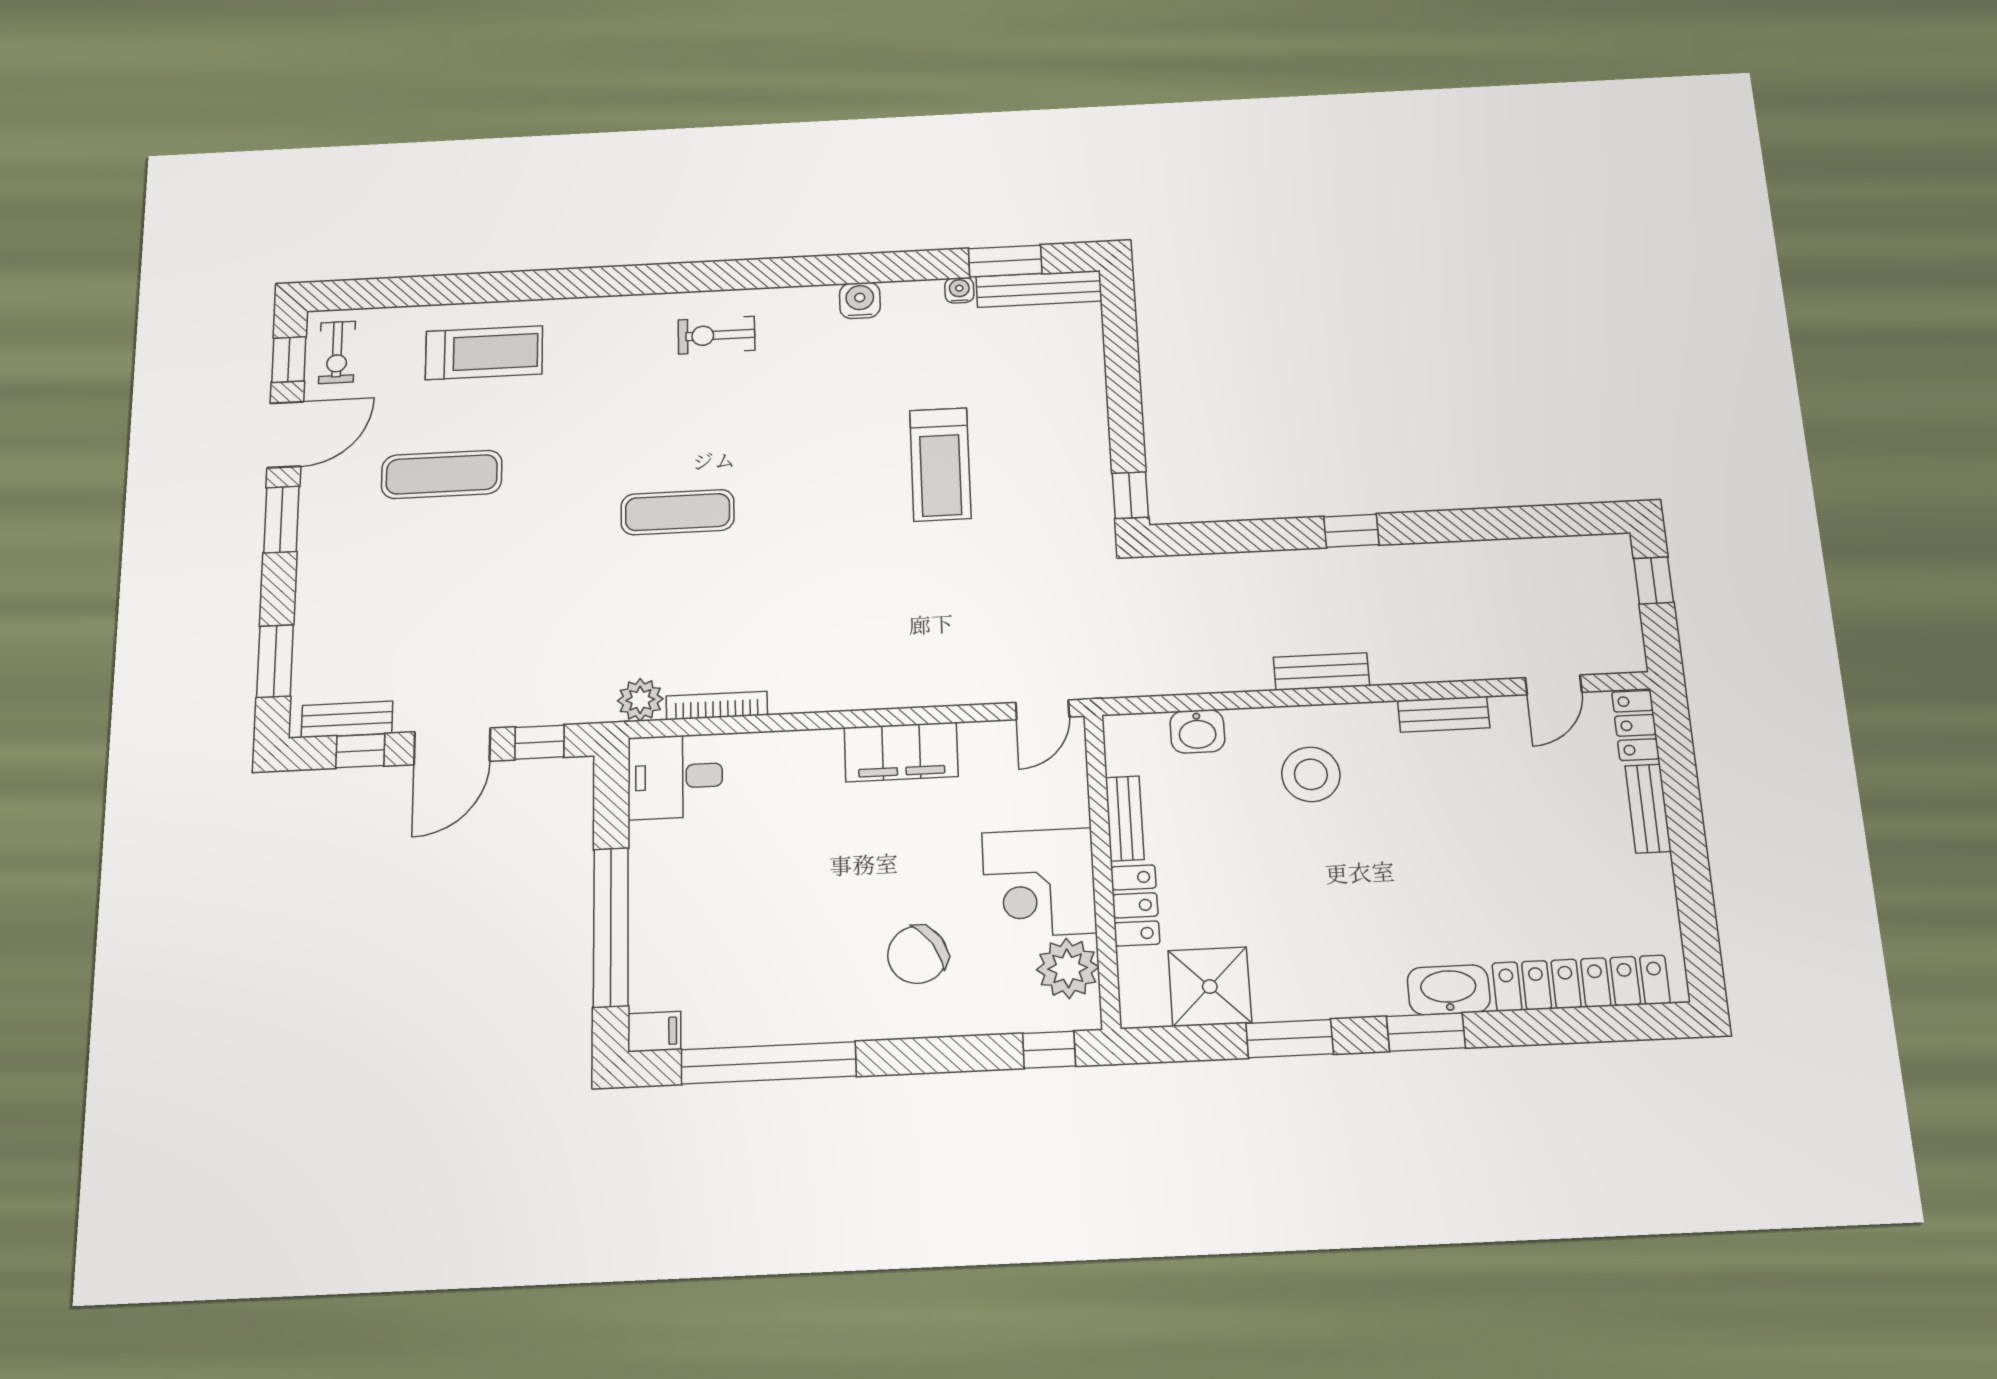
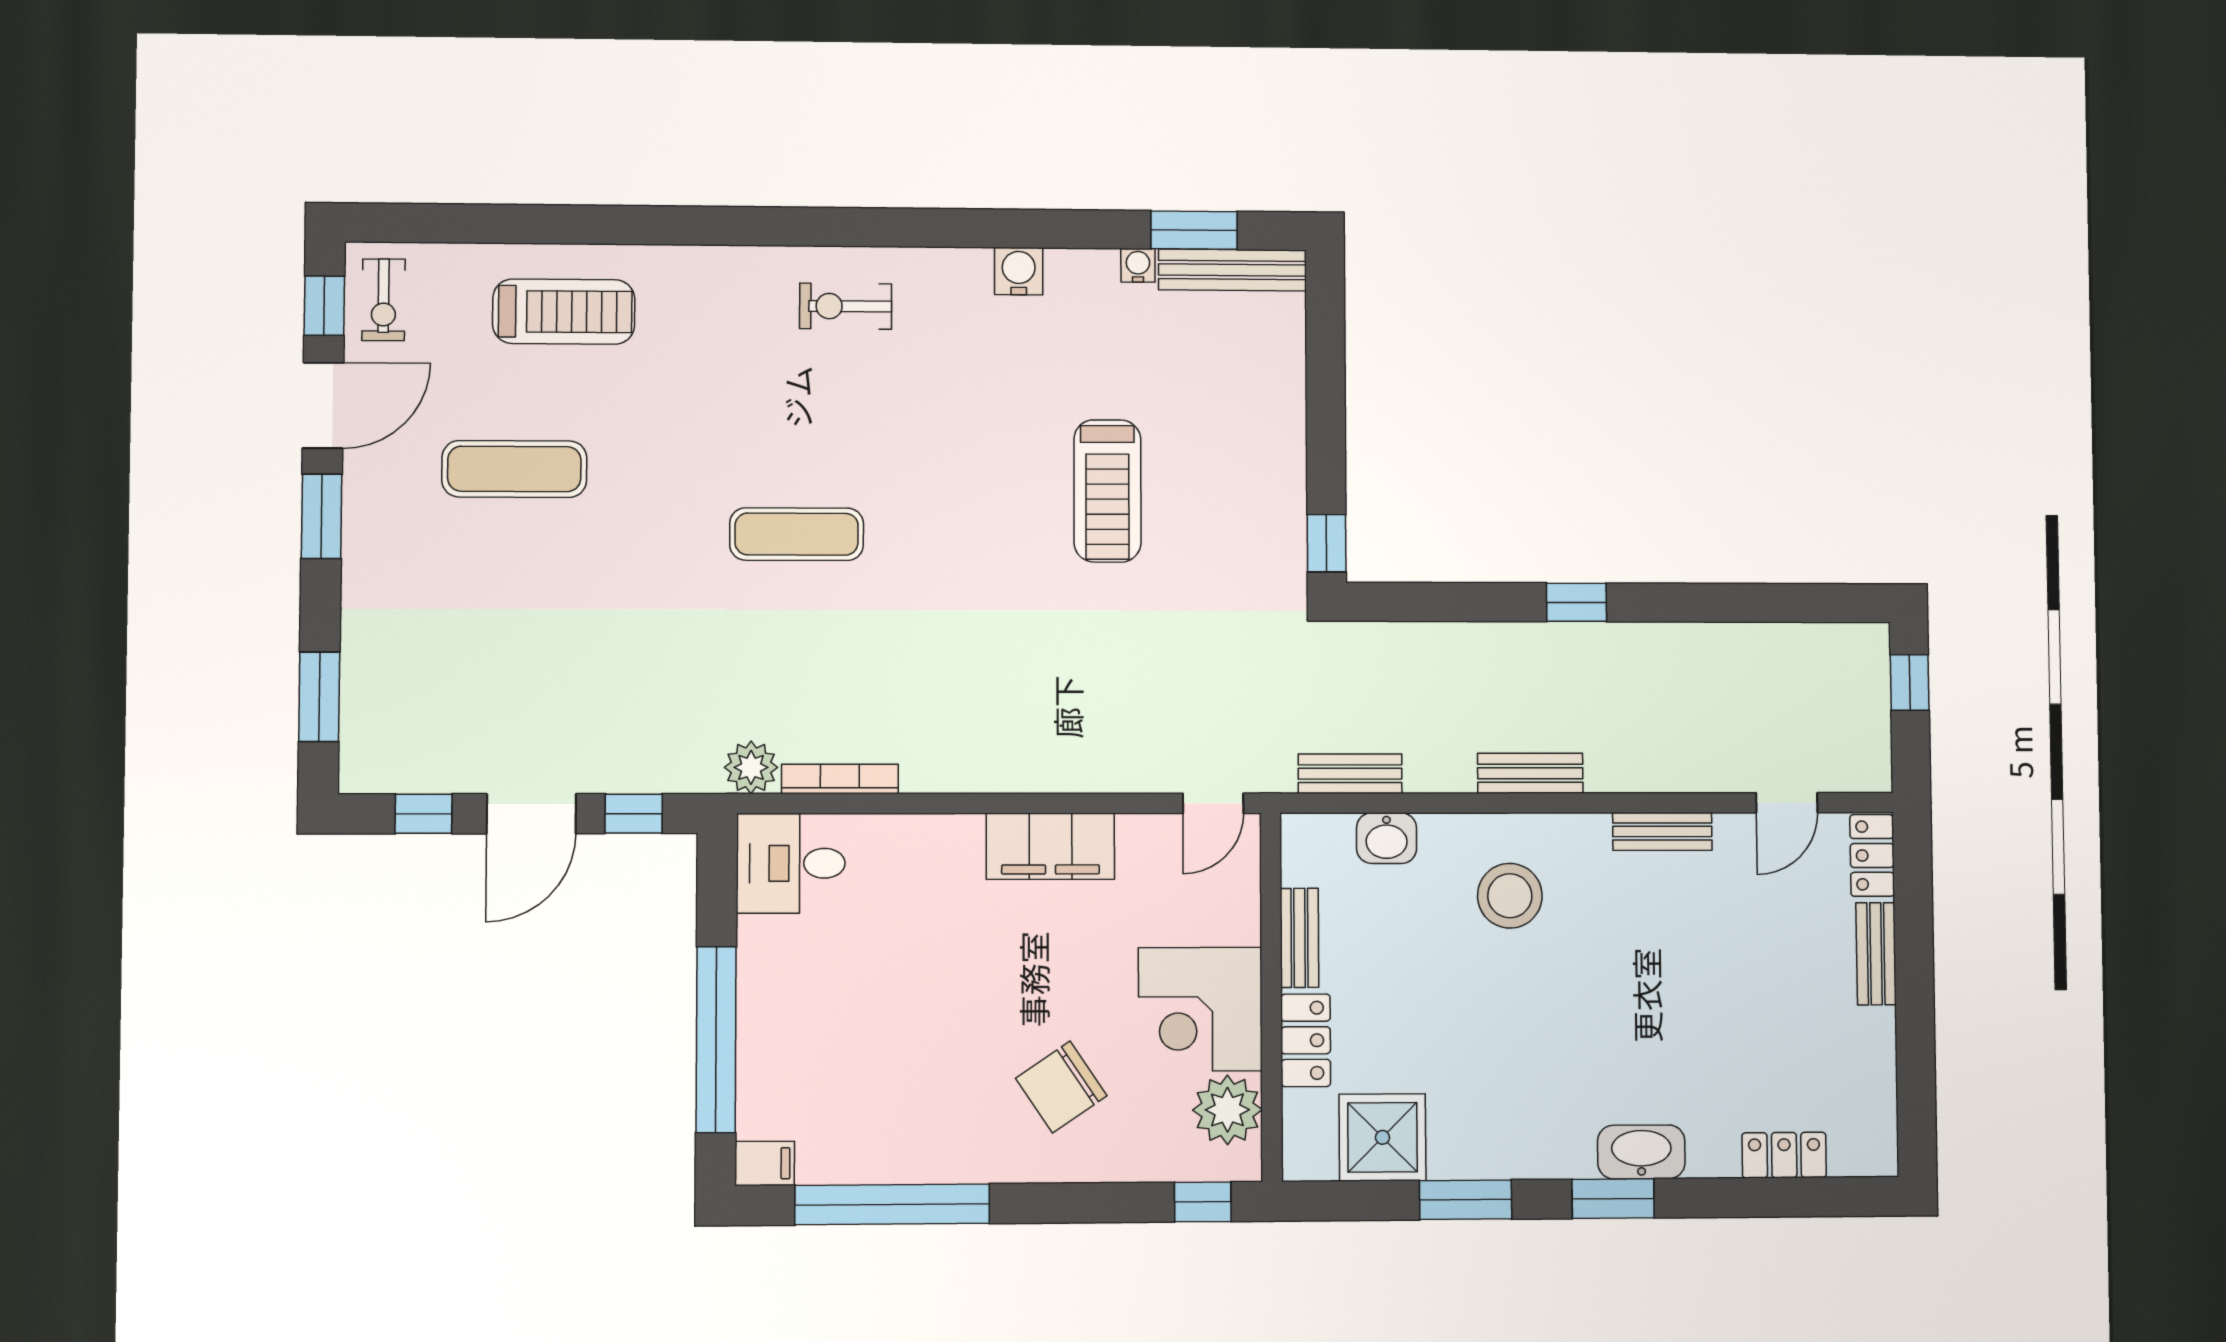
bench: (347, 719) -> (1350, 774), moved
locker: (1581, 983) -> (1784, 1155), width x0.46, depth x0.83

